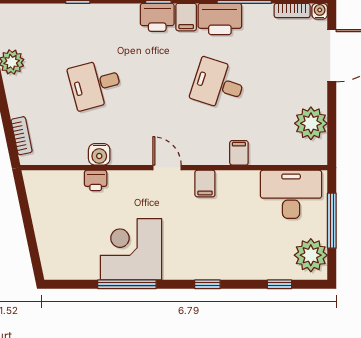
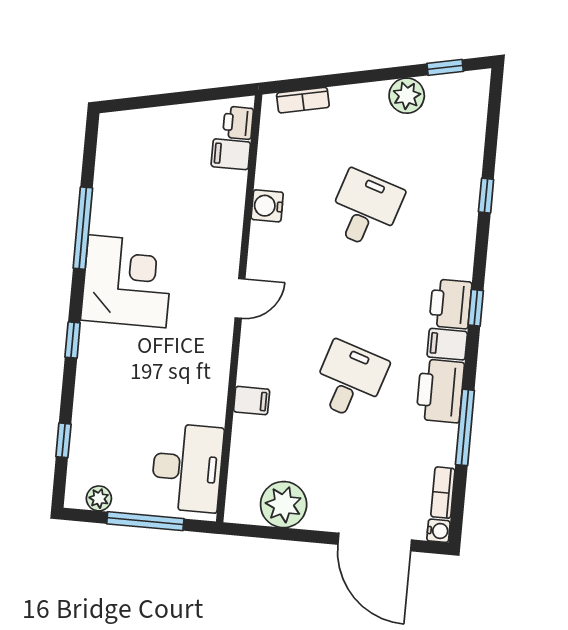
desk: (95, 84) -> (365, 209), turned 33
printer: (96, 180) -> (238, 123), moved
filing cabinet: (205, 184) -> (231, 154), moved
corner desk: (131, 249) -> (127, 281), moved
plant: (311, 255) -> (99, 498), width x0.53, depth x0.53

